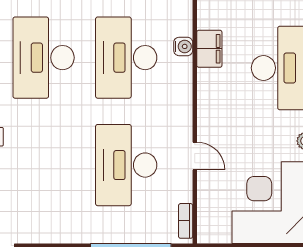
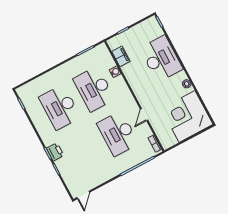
filing cabinet: (209, 49) -> (121, 56), moved
door: (195, 156) -> (144, 115), swing flipped

